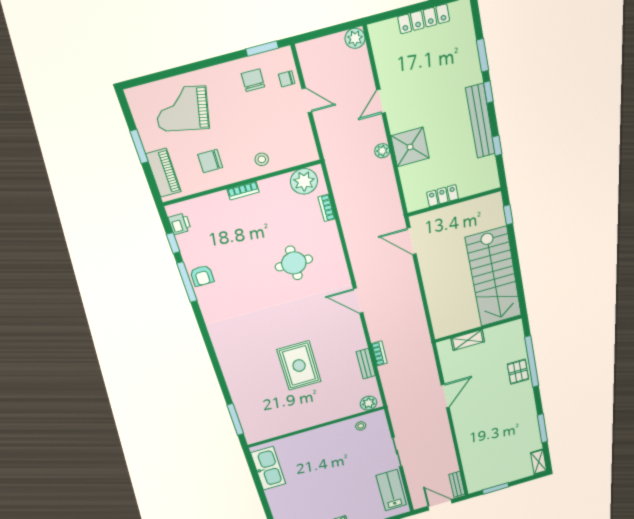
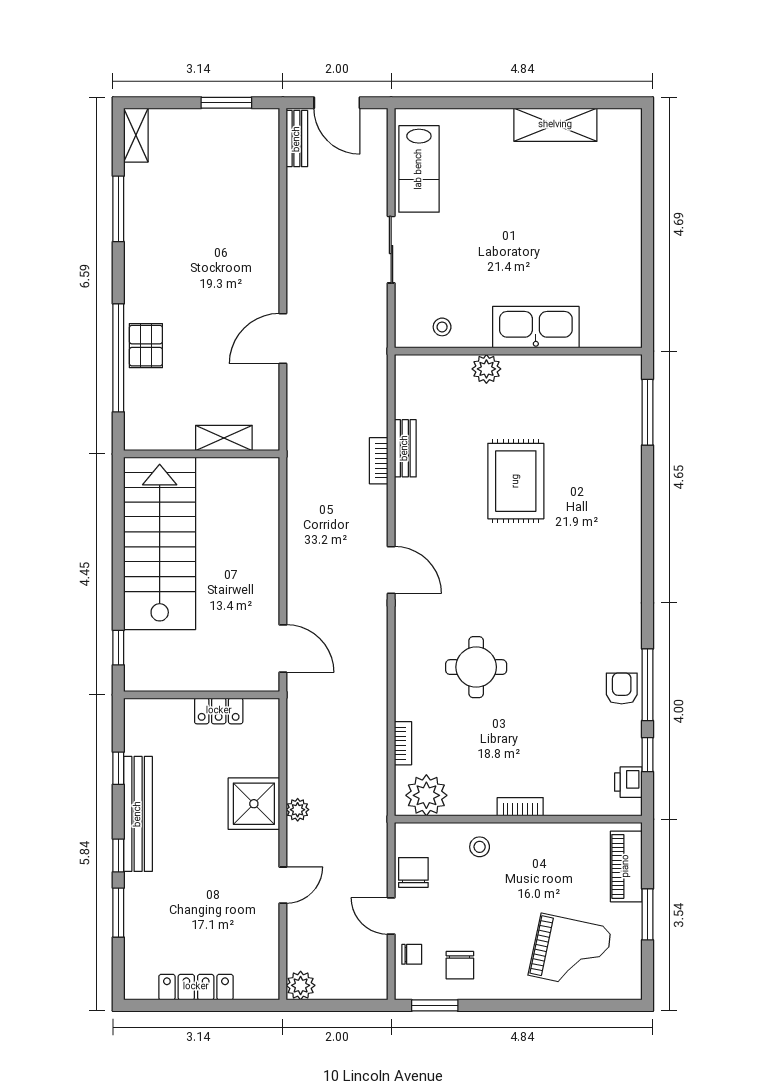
chair: (210, 161) -> (413, 872), moved, turned -90
plant: (369, 403) -> (486, 369), moved
kitchen sink: (268, 468) -> (536, 327), moved, turned 90

